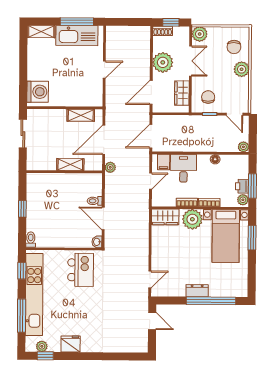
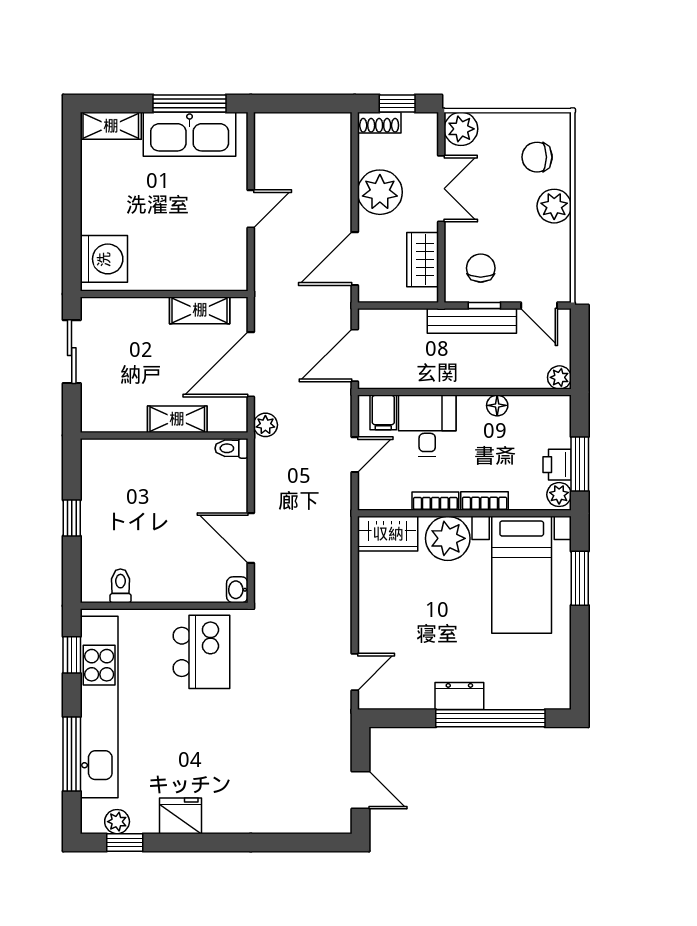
chair: (234, 47) -> (537, 157), turned 90
bench: (204, 121) -> (472, 321), added
toilet: (95, 201) -> (232, 448), moved
toilet: (31, 240) -> (120, 586), moved
door: (152, 321) -> (360, 790), moved

